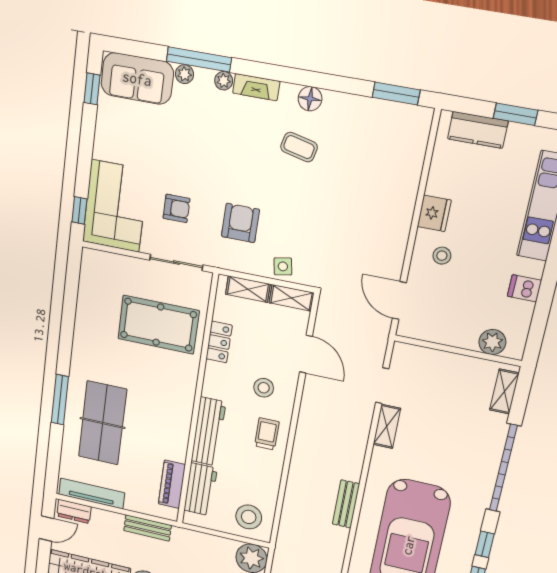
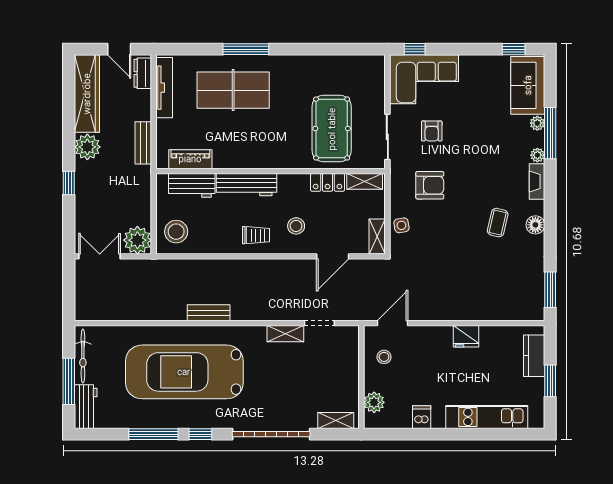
stool: (442, 256) -> (384, 357), moved
shelving: (248, 289) -> (365, 181), moved, turned 90

